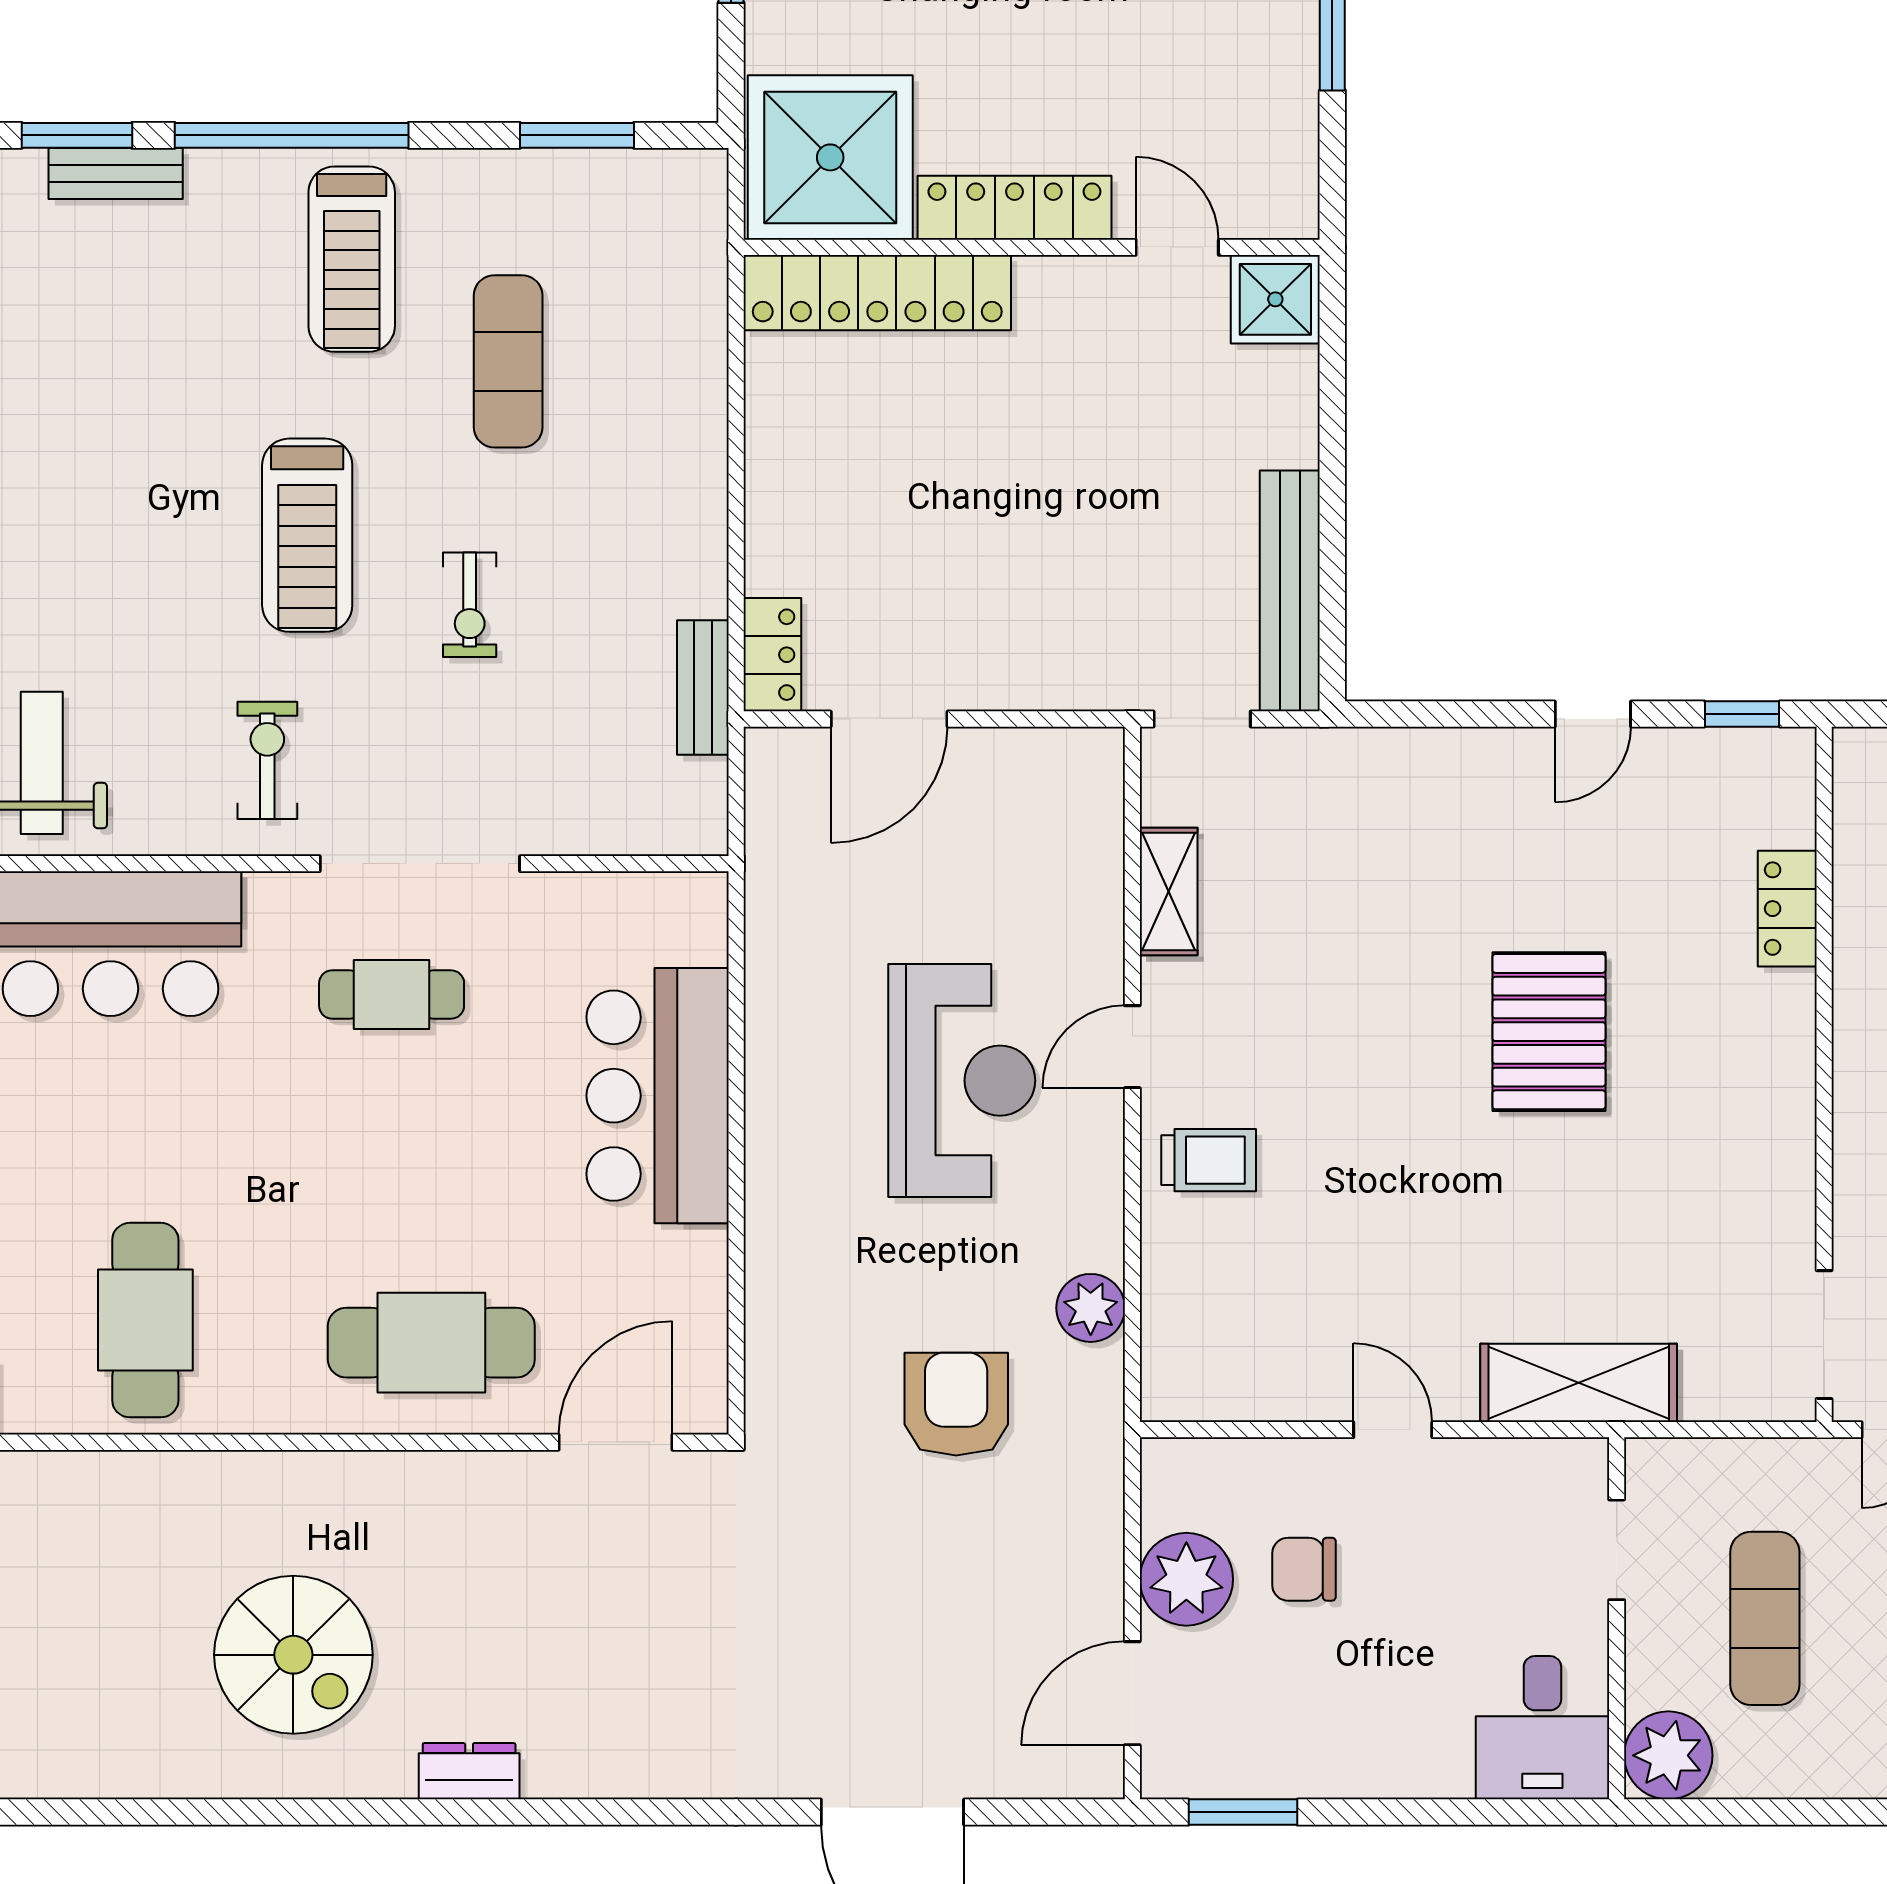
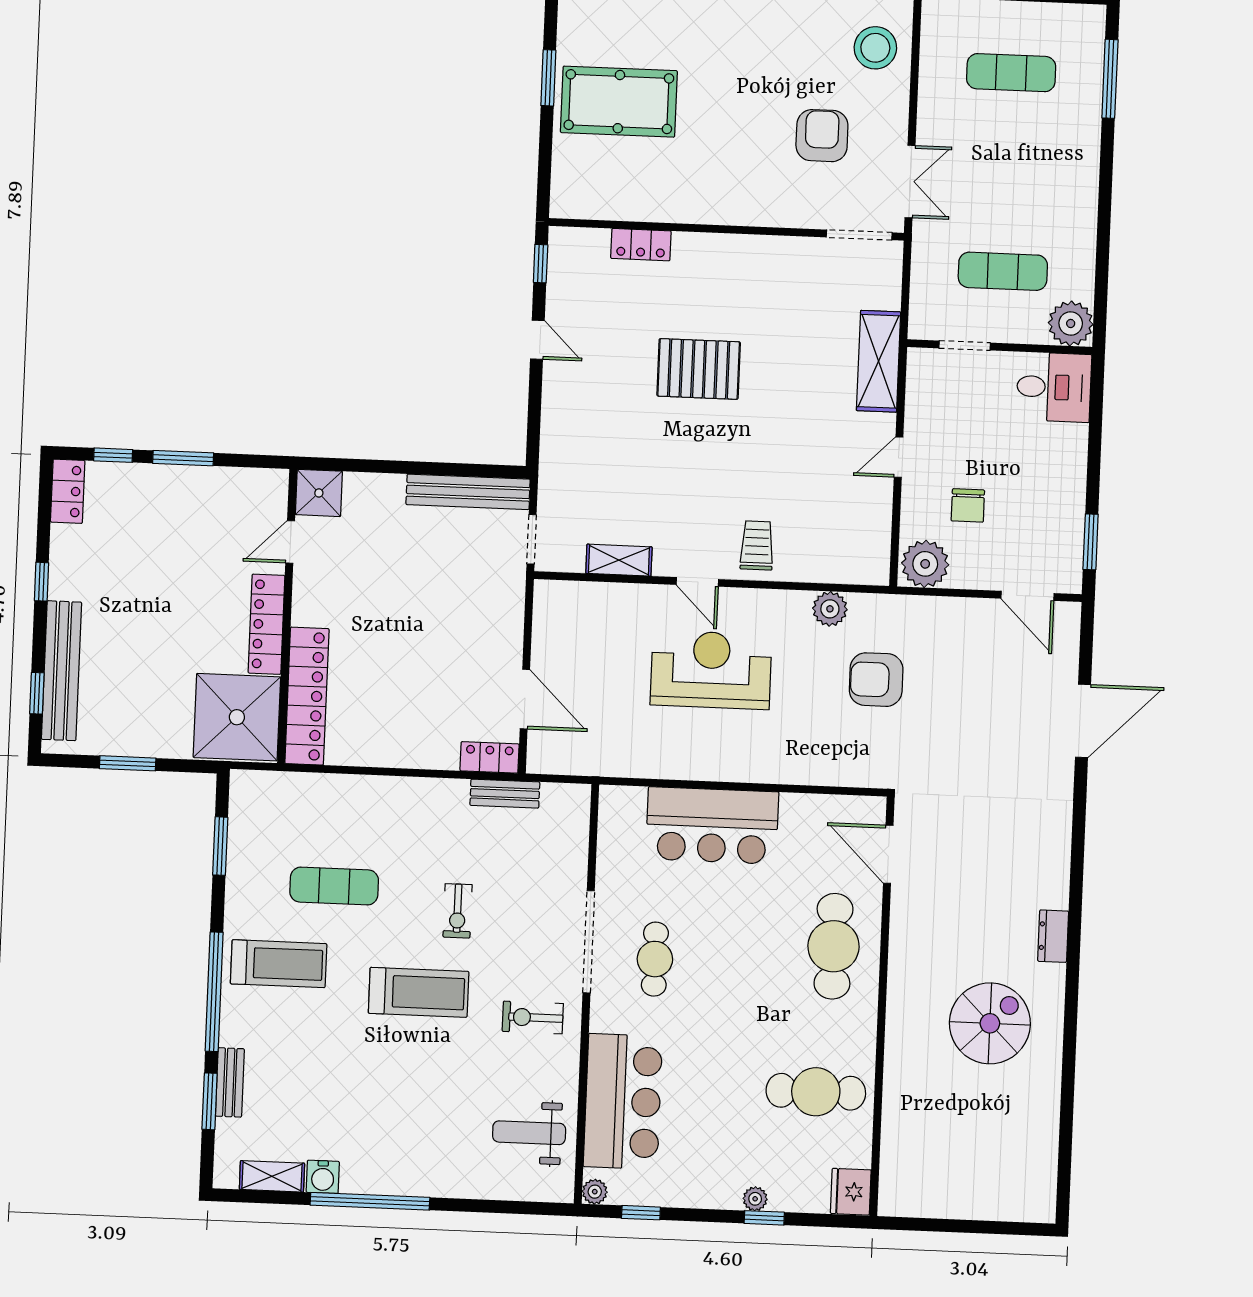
exercise bike: (470, 605) -> (458, 911), turned 90
plant: (1186, 1579) -> (925, 564), moved

